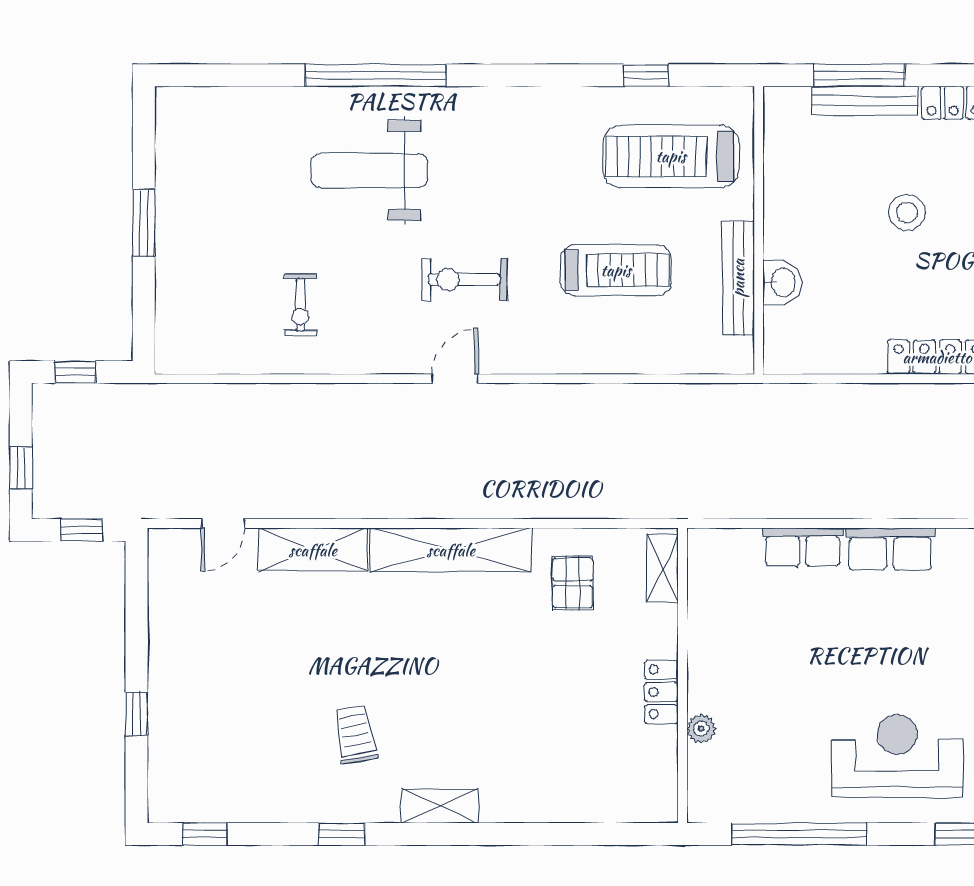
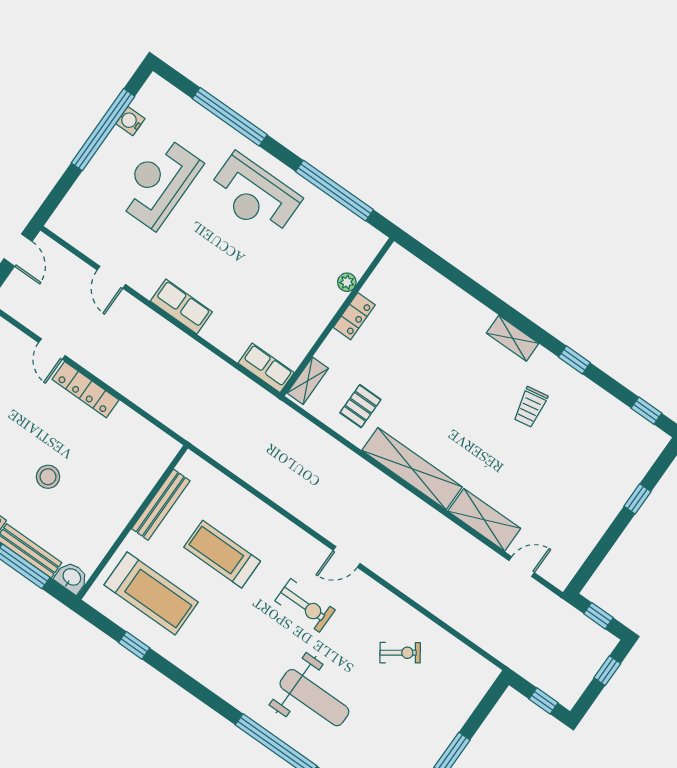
washbasin: (782, 282) -> (71, 578), moved, turned 90
exercise bike: (301, 305) -> (400, 653), turned 55
row of seats: (803, 547) -> (266, 368), moved

